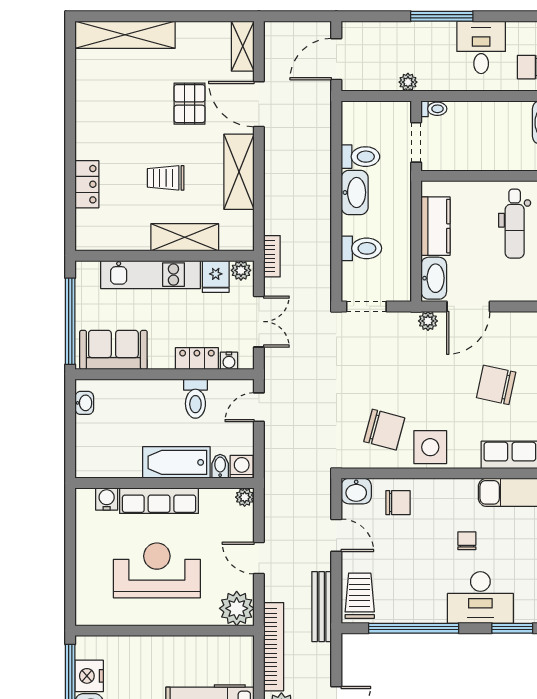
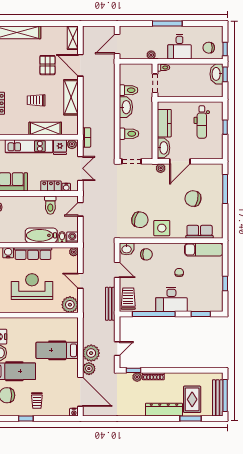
desk: (481, 47) -> (179, 47), moved, turned 180
desk: (480, 598) -> (171, 299), moved
bookcase: (274, 647) -> (87, 323), removed

